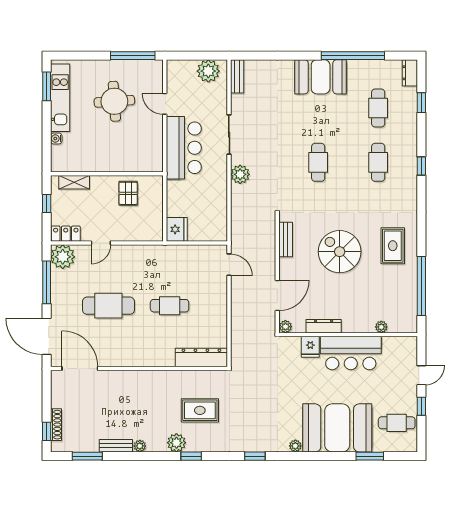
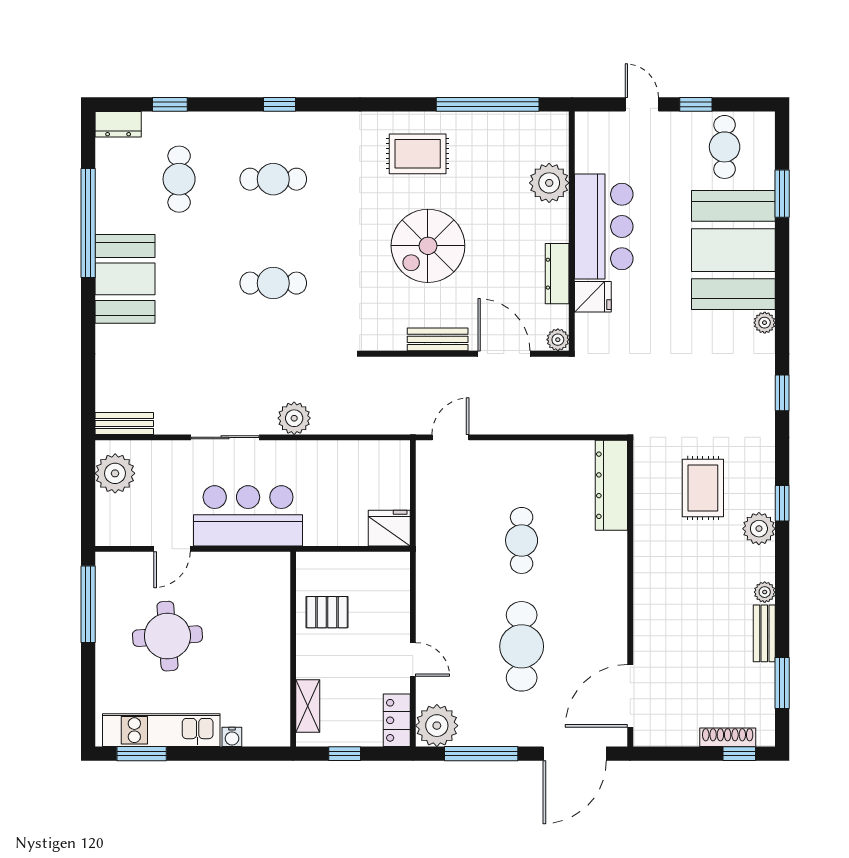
cafe table: (378, 108) -> (179, 179), turned 90
bench: (286, 240) -> (438, 339), moved
plant: (381, 327) -> (549, 183), width x1.87, depth x1.87

